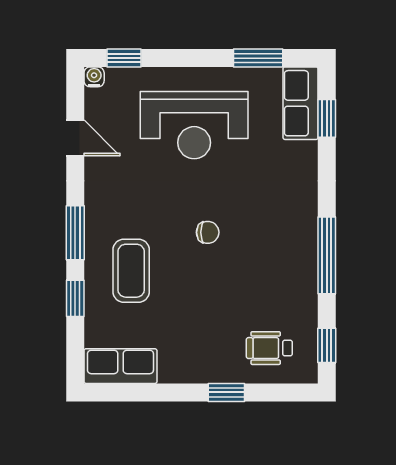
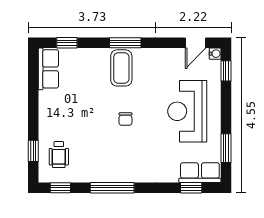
door: (75, 138) -> (196, 43), moved
coffee table: (131, 271) -> (121, 68), moved, turned 90
window: (75, 298) -> (67, 43), moved
wheelchair: (269, 348) -> (59, 155), turned 180
window: (226, 392) -> (33, 151), moved

